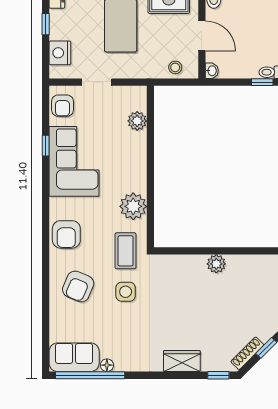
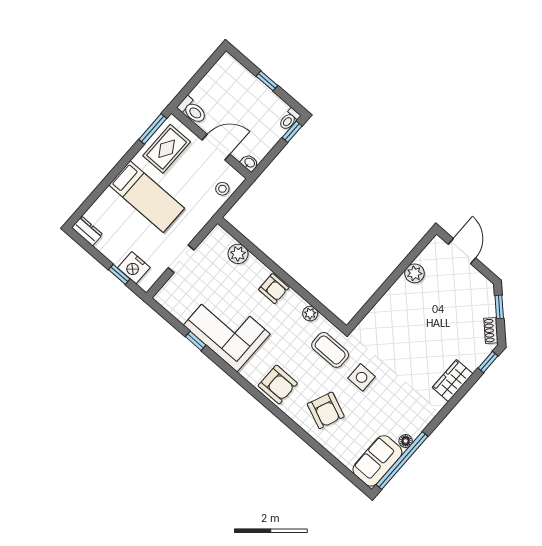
window: (46, 24) -> (119, 274), moved
armchair: (62, 106) -> (274, 289), moved
plant: (133, 206) -> (310, 314), width x0.53, depth x0.53
plant: (216, 264) -> (415, 273), moved
shoe rack: (247, 353) -> (491, 330), width x0.70

